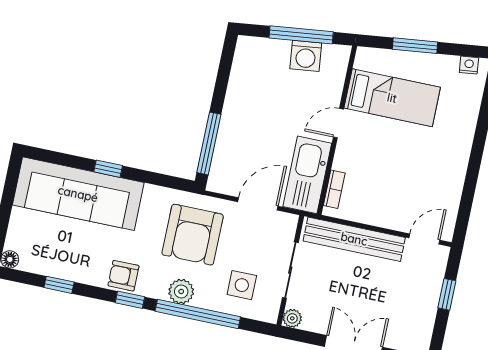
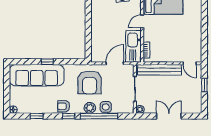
window: (209, 143) -> (88, 42), removed
door: (424, 239) -> (190, 63), swing flipped
side table: (242, 285) -> (106, 107), moved

